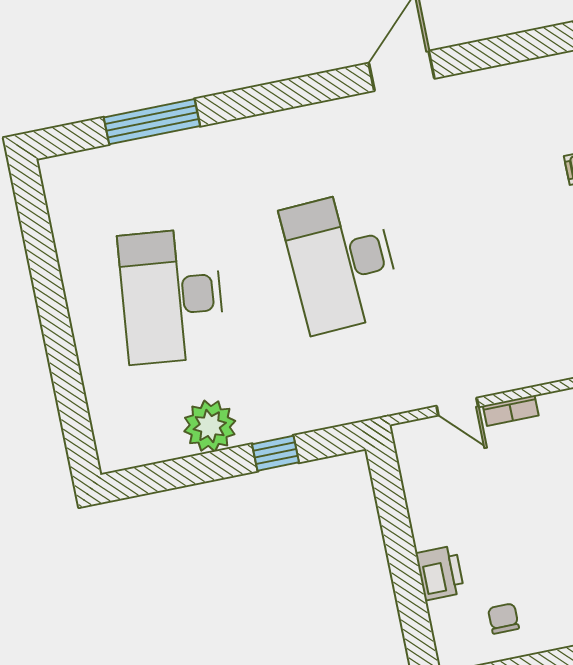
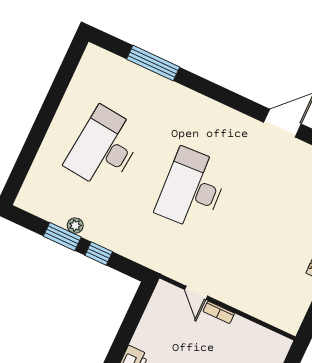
plant: (210, 426) -> (75, 226), width x0.53, depth x0.53
window: (205, 468) -> (62, 237), added

